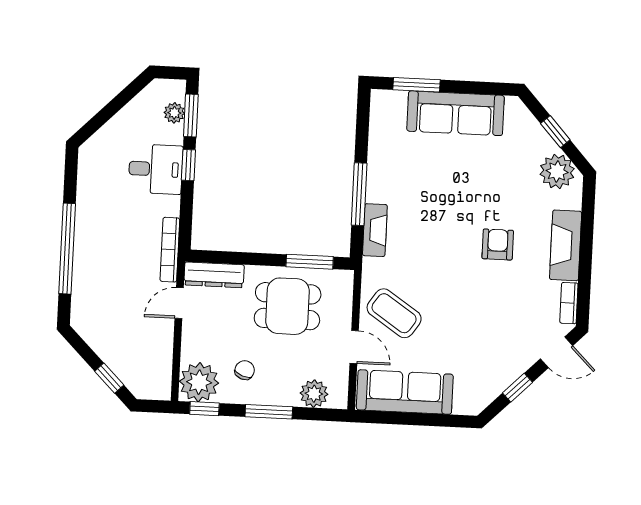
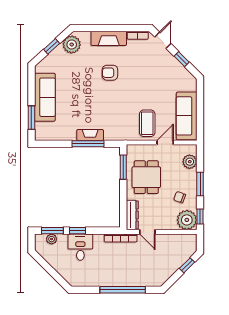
fireplace: (375, 230) -> (90, 135), moved
coffee table: (394, 313) -> (147, 123), turned -34

